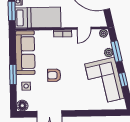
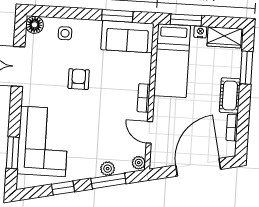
sofa: (25, 53) -> (127, 37), width x0.73
window: (13, 74) -> (117, 16), moved
corner sofa: (104, 81) -> (43, 141), moved, turned 102
window: (104, 113) -> (13, 153), added

